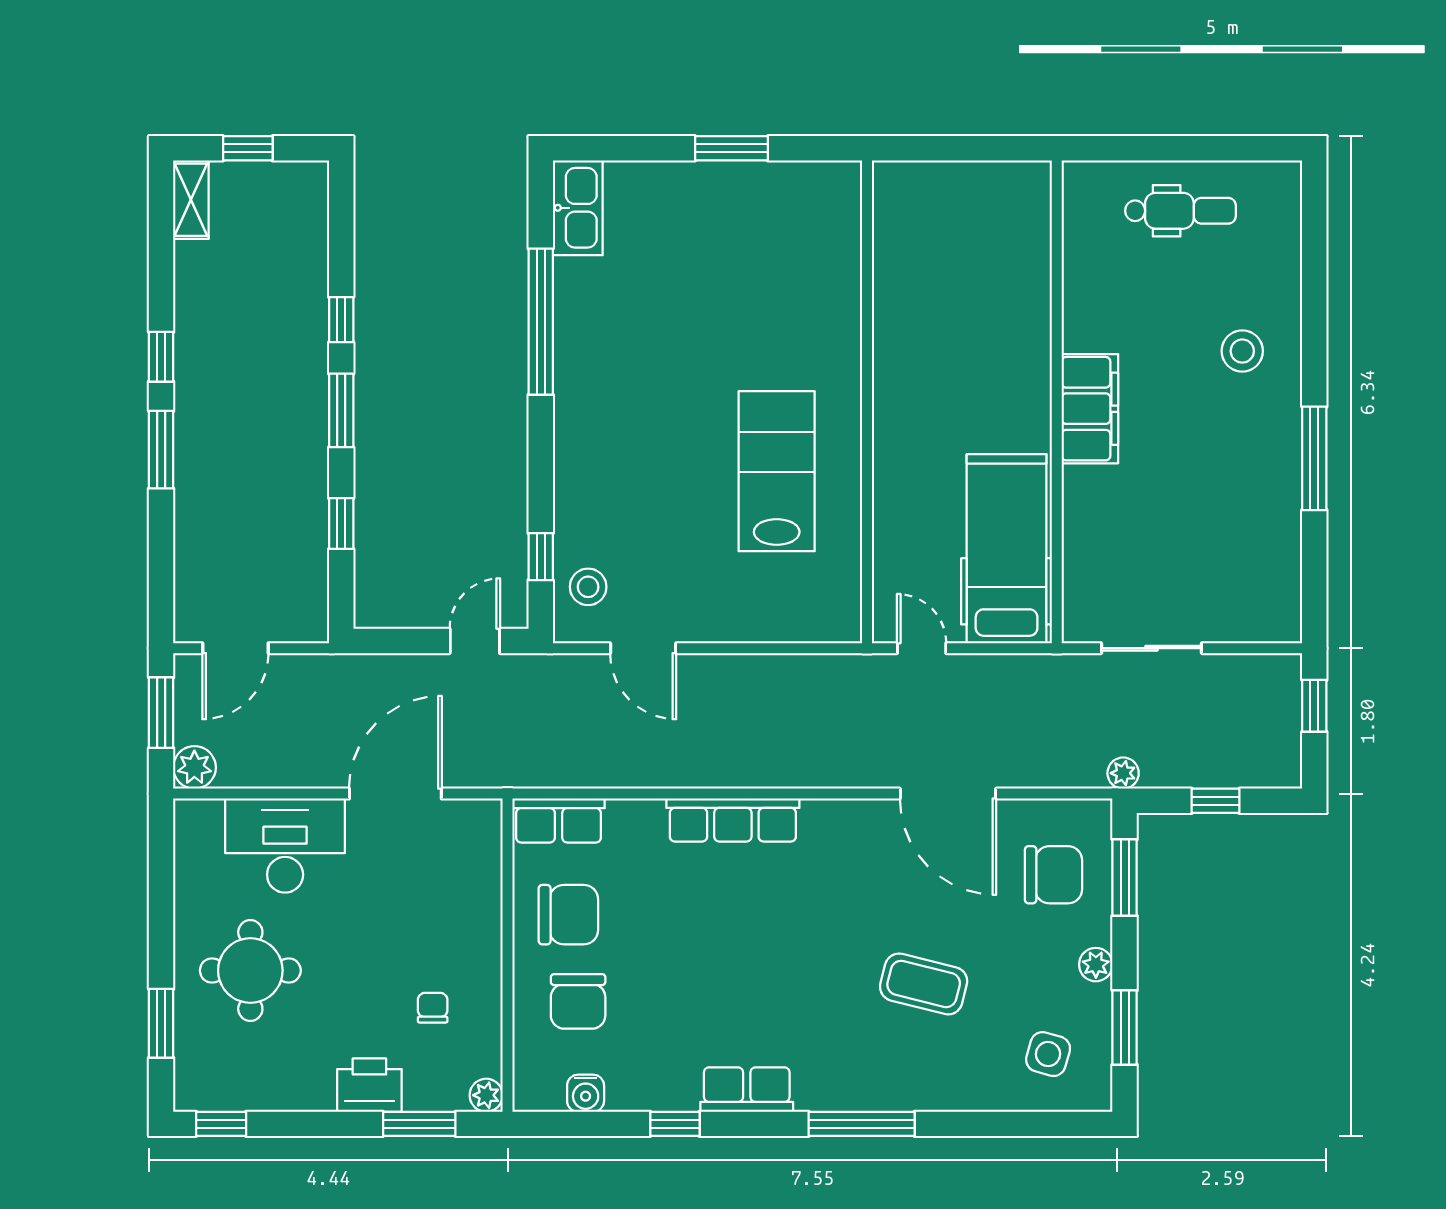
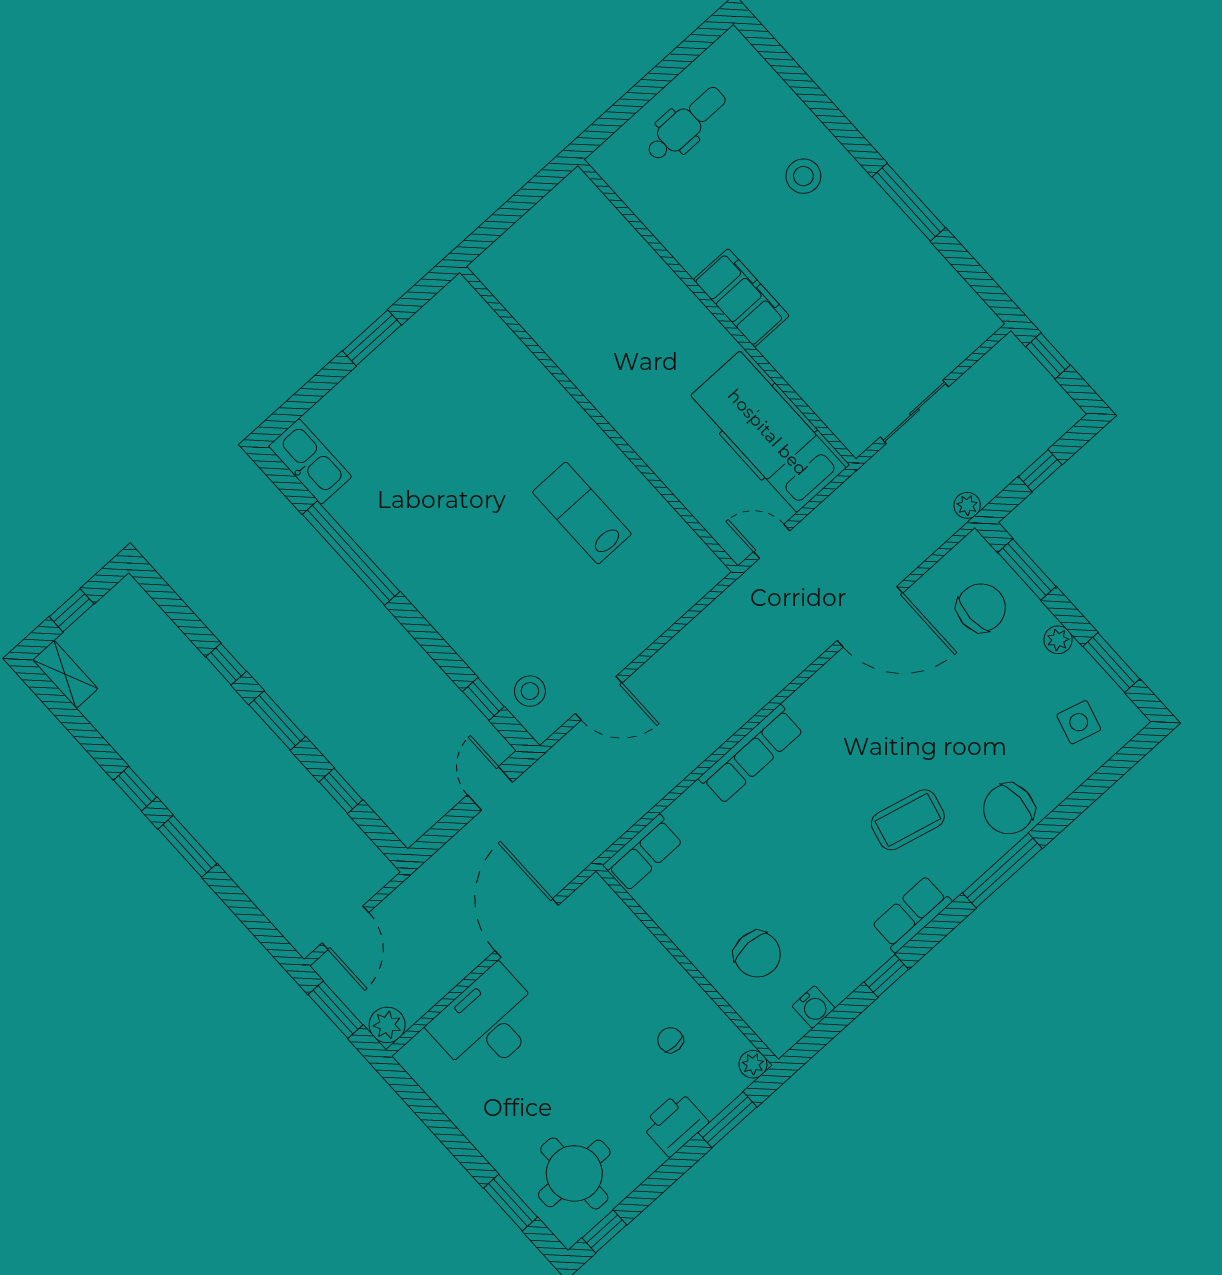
lab bench: (777, 471) -> (582, 513), width x0.73, depth x0.72
chair: (568, 915) -> (1009, 809), moved, turned 180
round table: (250, 970) -> (574, 1173), moved
coffee table: (924, 984) -> (908, 820), moved

